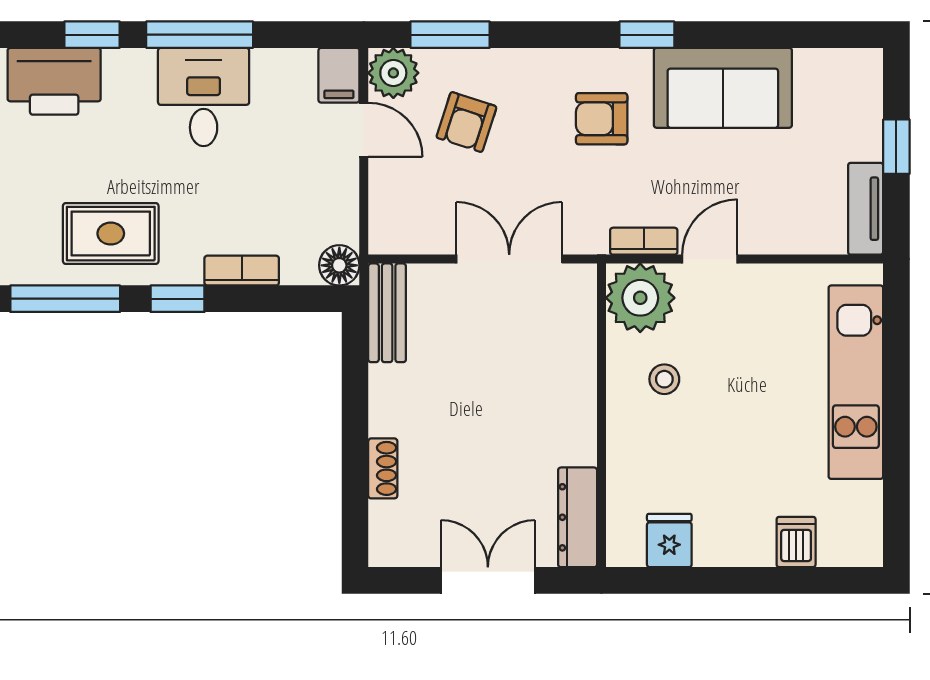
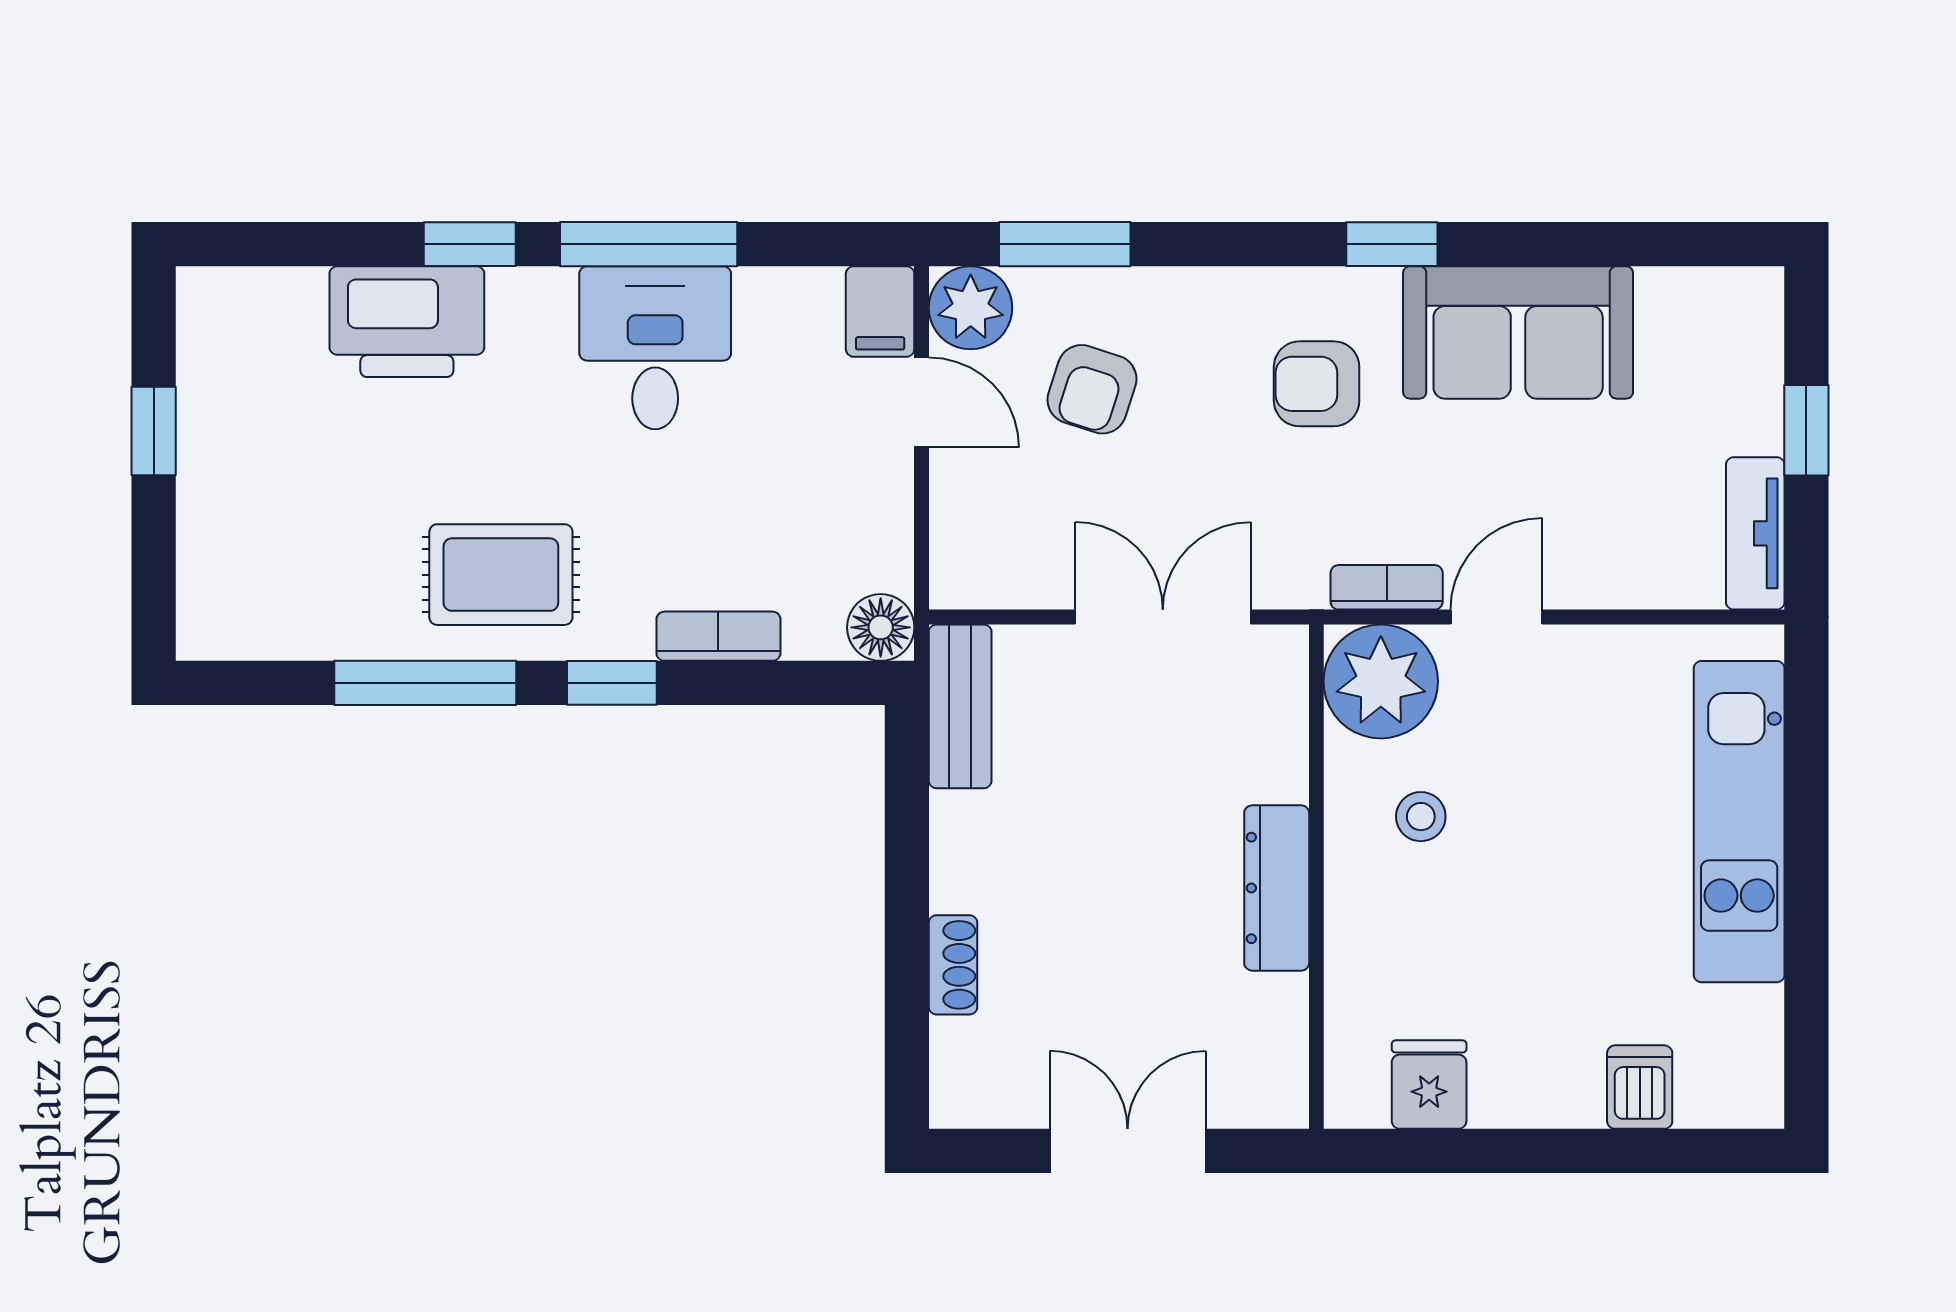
dresser: (578, 517) -> (1277, 888), moved

